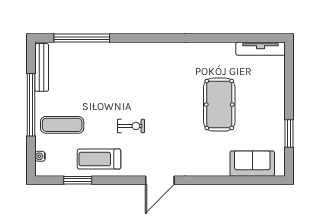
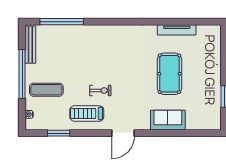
tv unit: (261, 49) -> (177, 30), moved
treadmill: (99, 159) -> (87, 113), moved
sofa: (252, 164) -> (168, 120), moved

